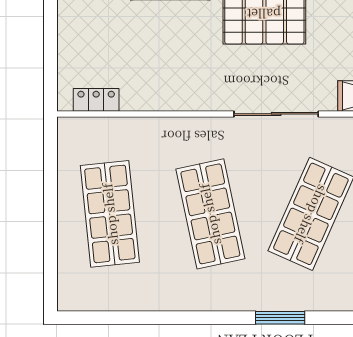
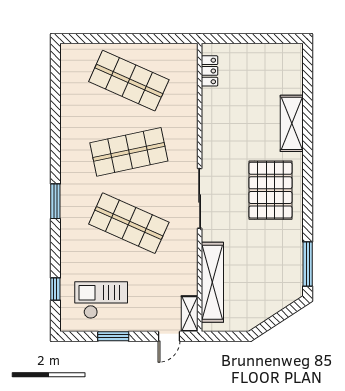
shop shelf: (110, 214) -> (129, 81), turned 30

